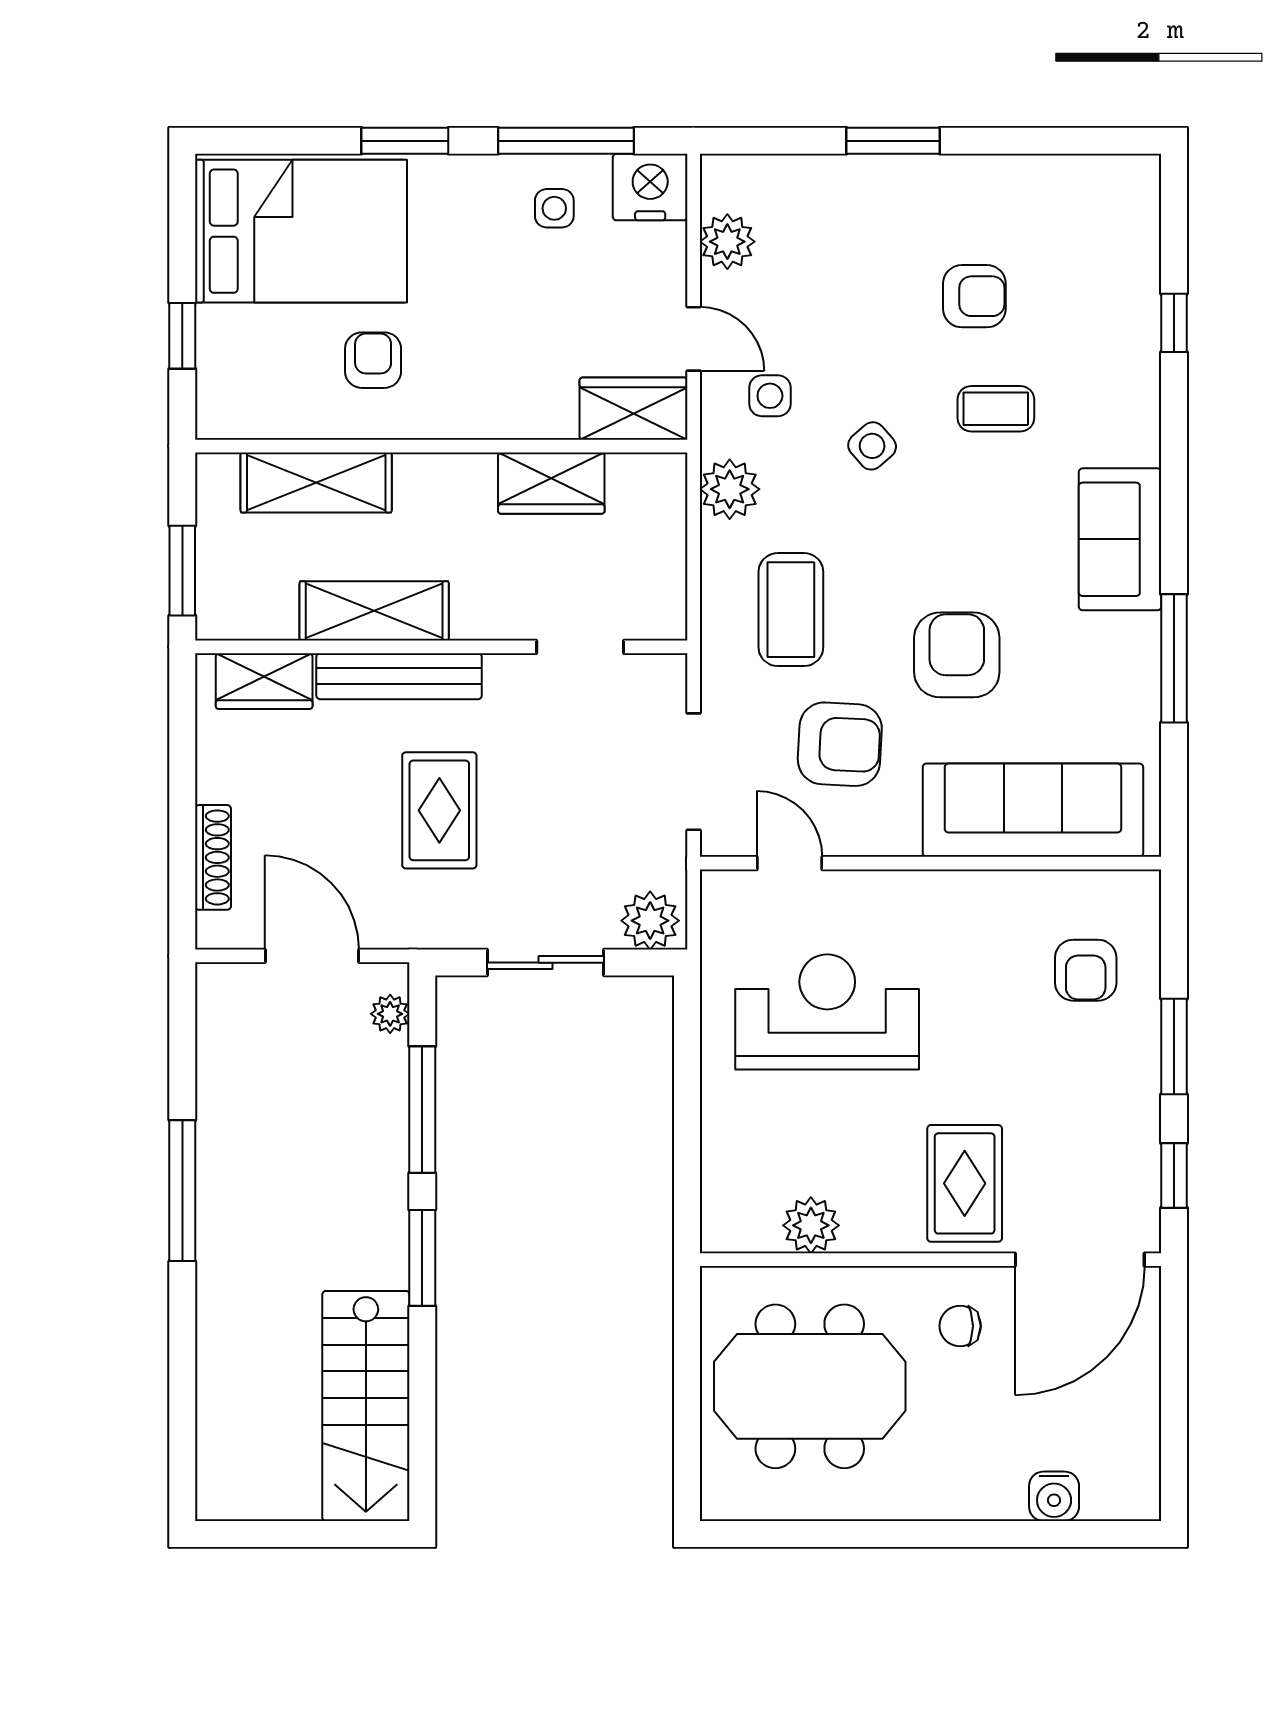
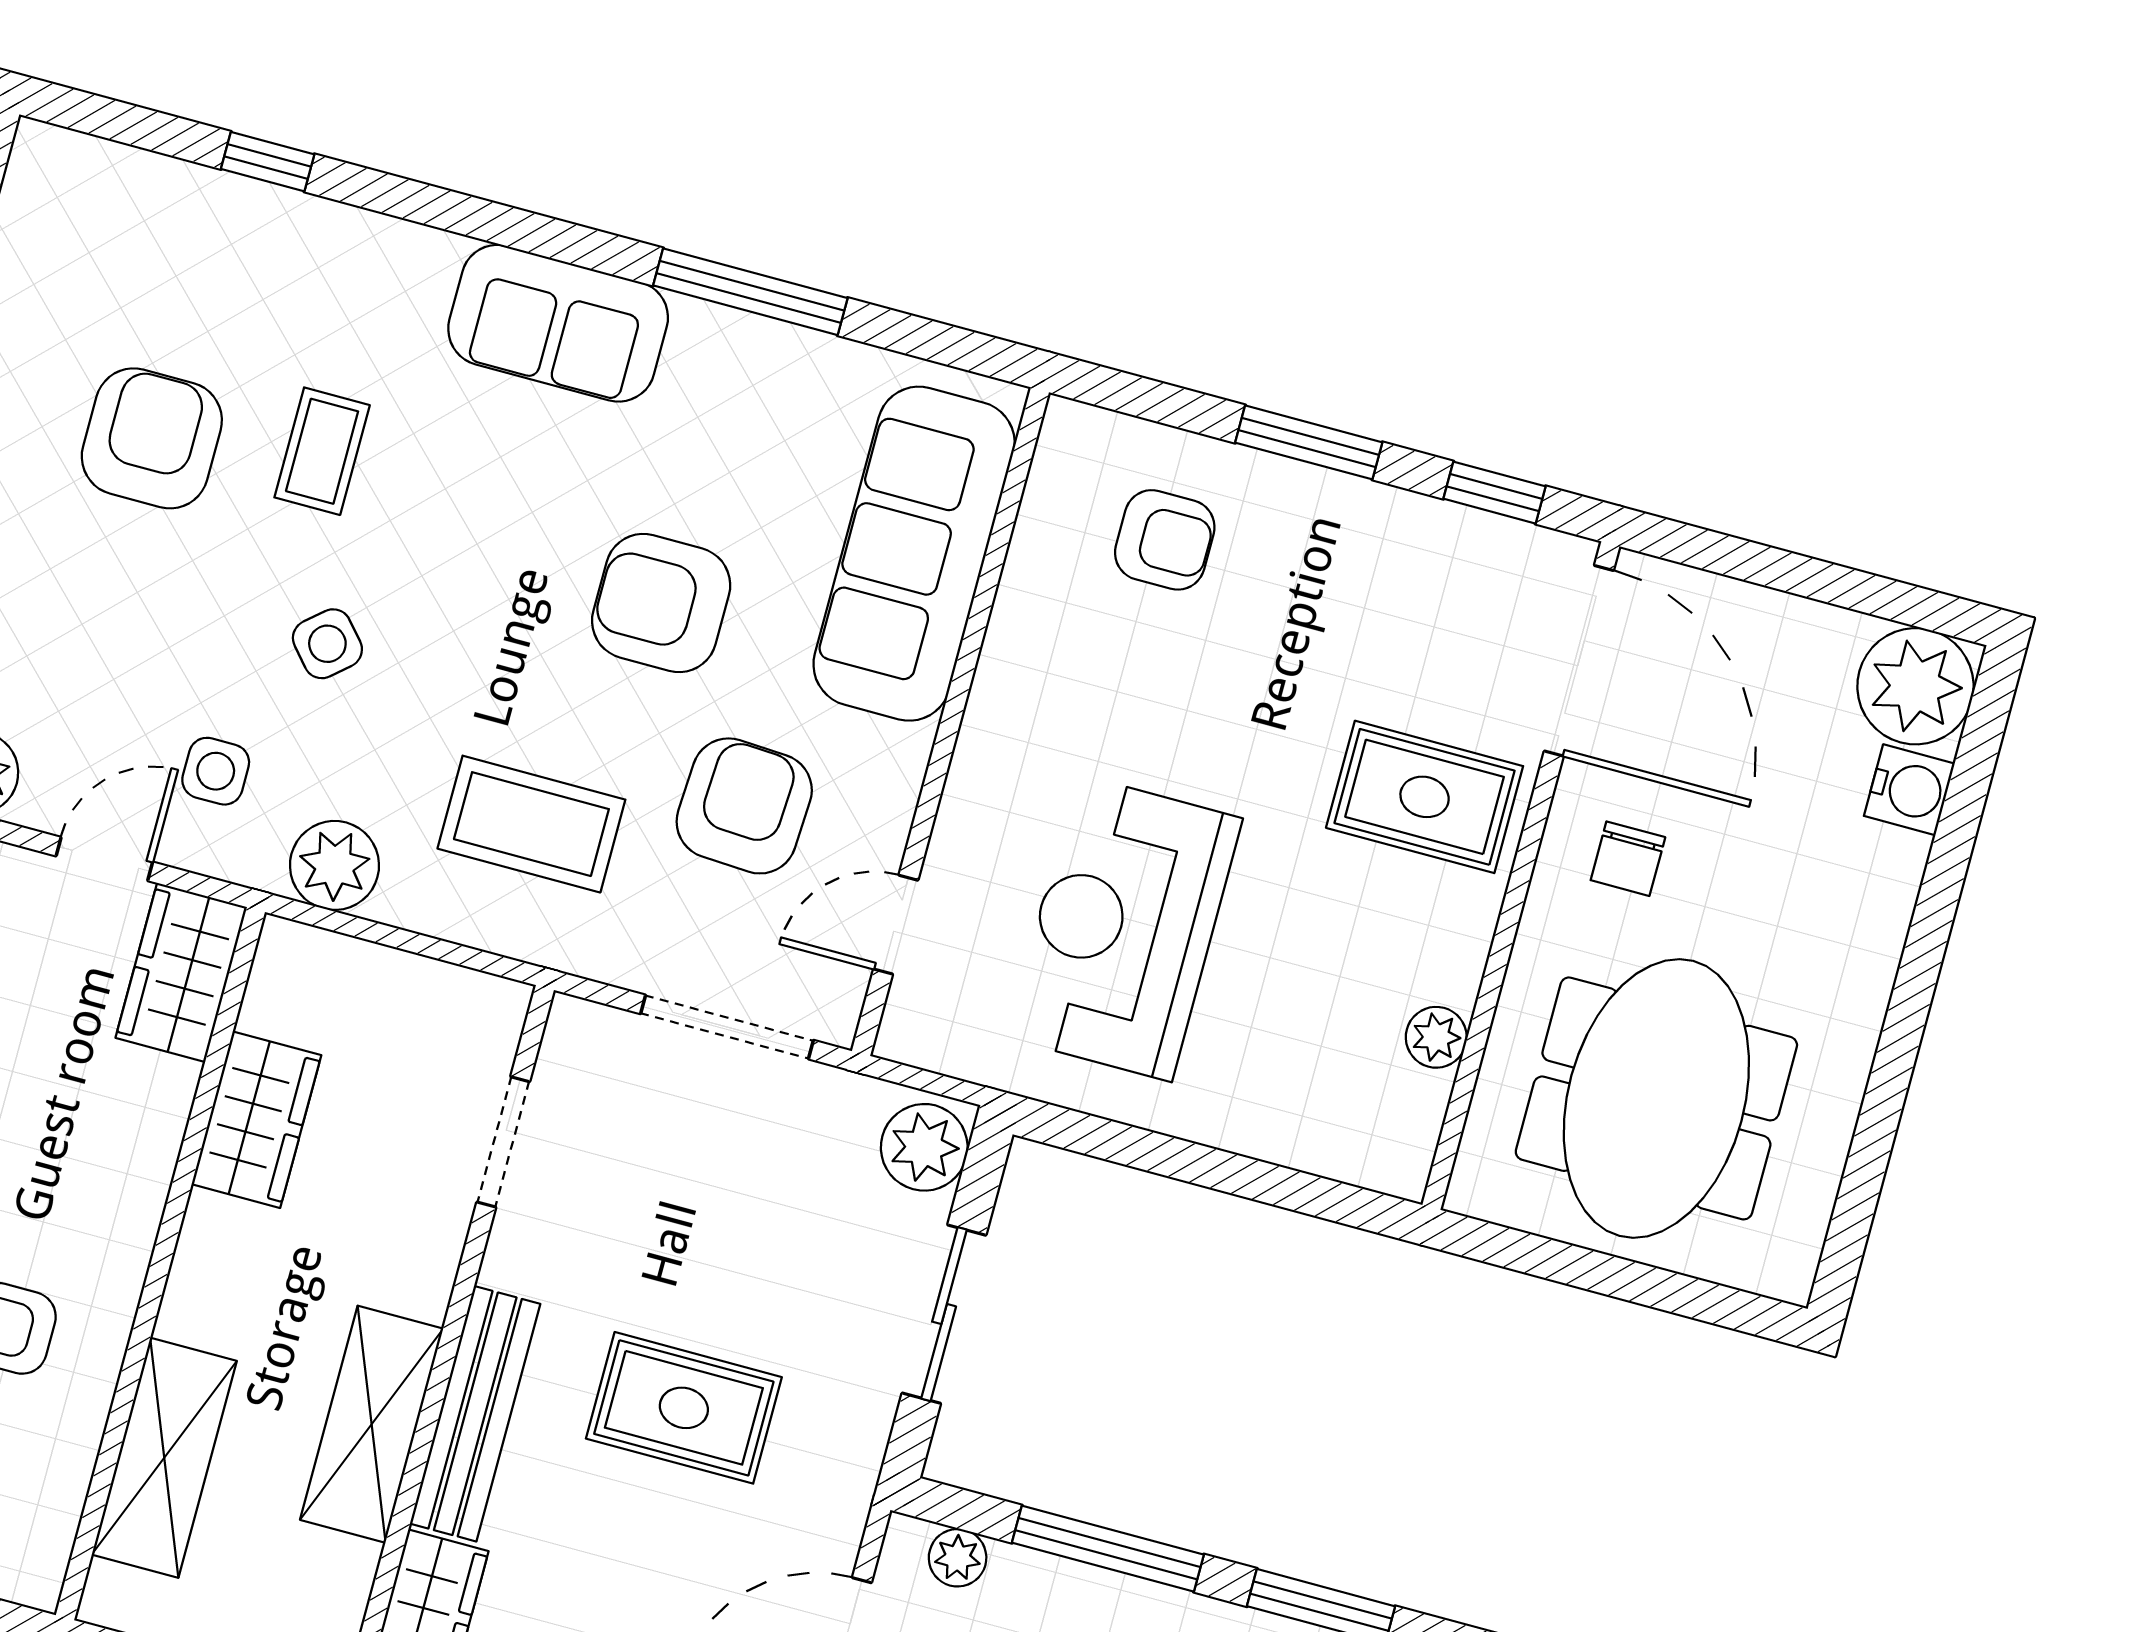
armchair: (974, 296) -> (152, 438), width x1.38, depth x1.38
plant: (811, 1225) -> (1436, 1037), width x0.73, depth x0.73
plant: (1122, 1482) -> (1916, 686), added

